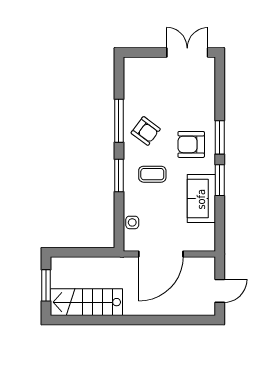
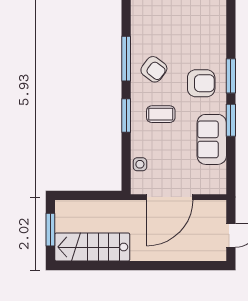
armchair: (191, 144) -> (201, 83), turned 180

